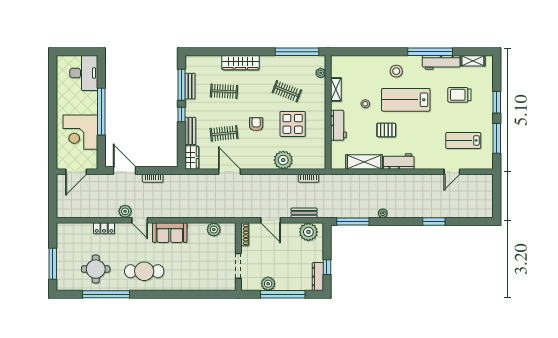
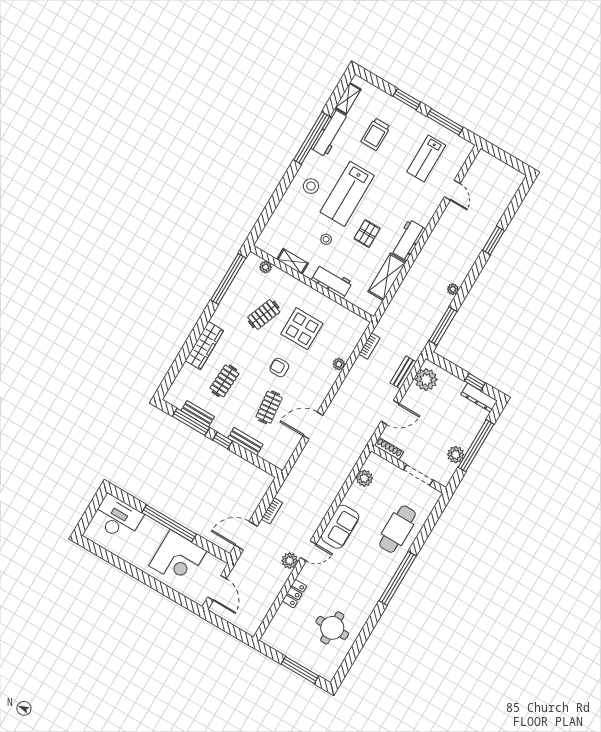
wardrobe: (192, 157) -> (274, 456), removed
plant: (283, 160) -> (339, 364), width x0.53, depth x0.53
cafe table: (144, 271) -> (398, 529), moved
window: (106, 294) -> (398, 578), moved

